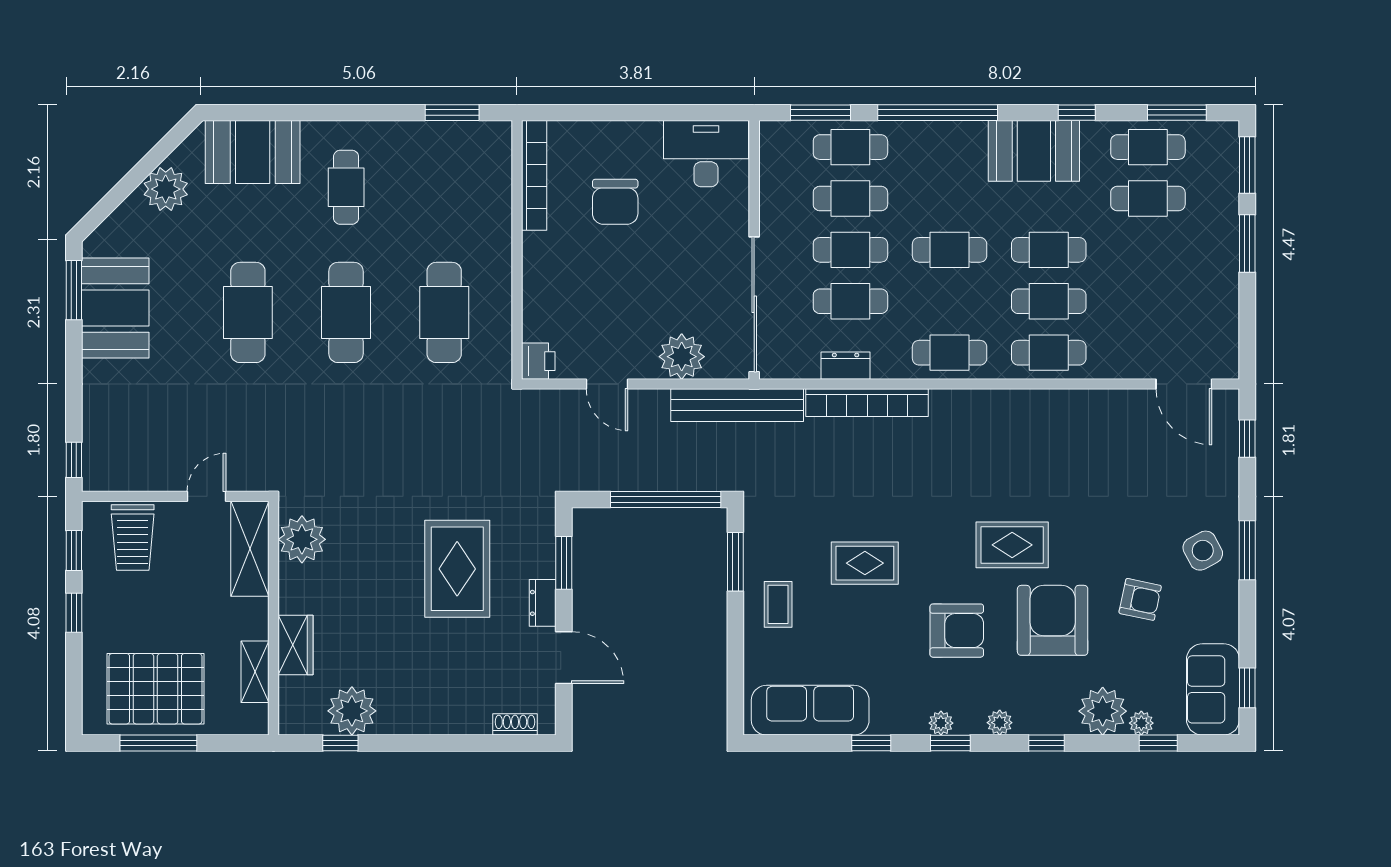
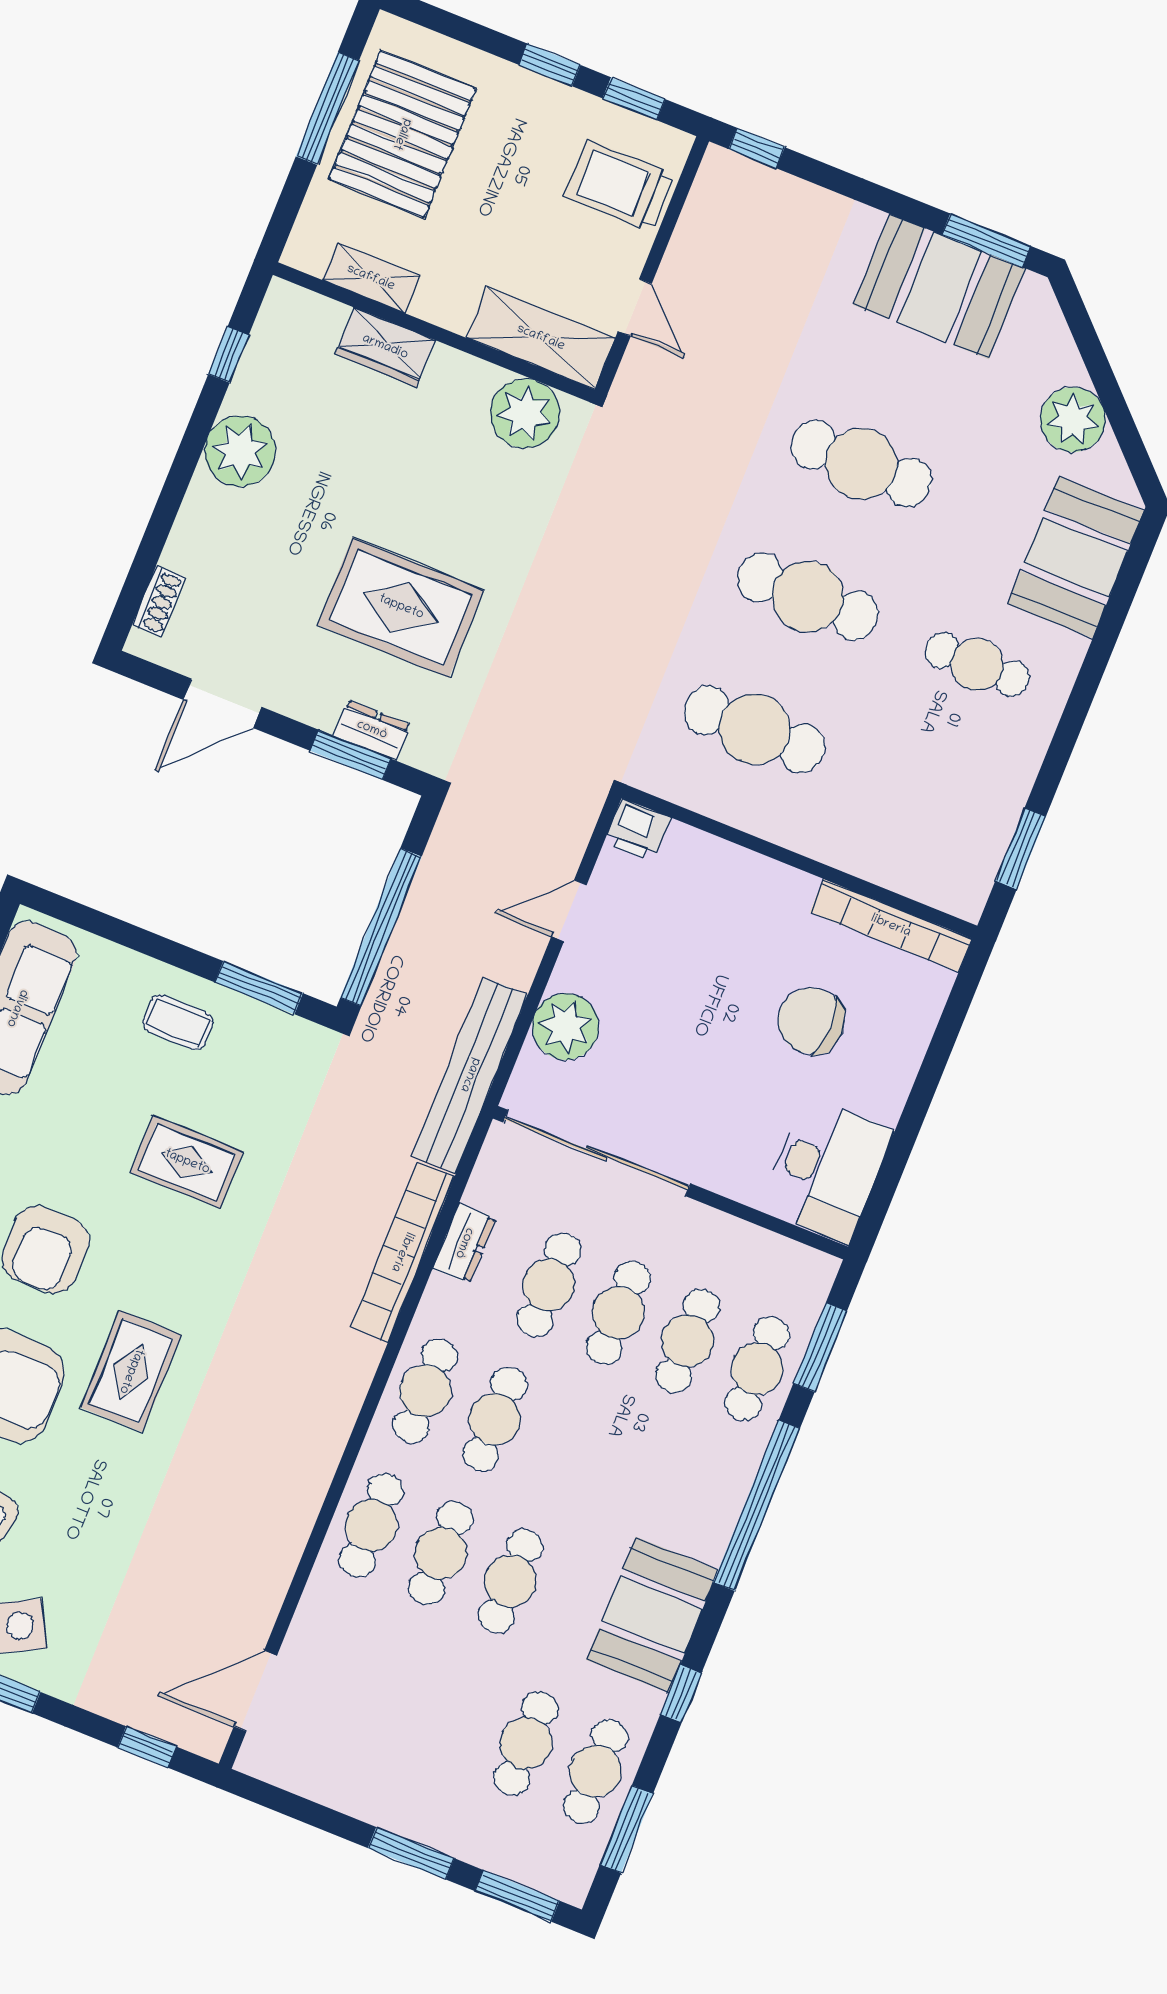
cafe table: (950, 250) -> (495, 1419), moved
rug: (865, 563) -> (187, 1162), turned 90
dresser: (543, 603) -> (372, 730), moved
plant: (352, 711) -> (240, 451), moved

